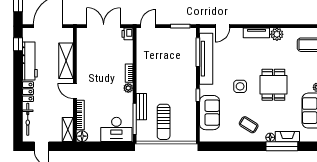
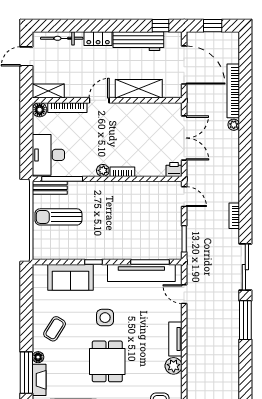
dining table: (273, 85) -> (107, 361), turned 90
bench: (141, 107) -> (50, 188), moved

